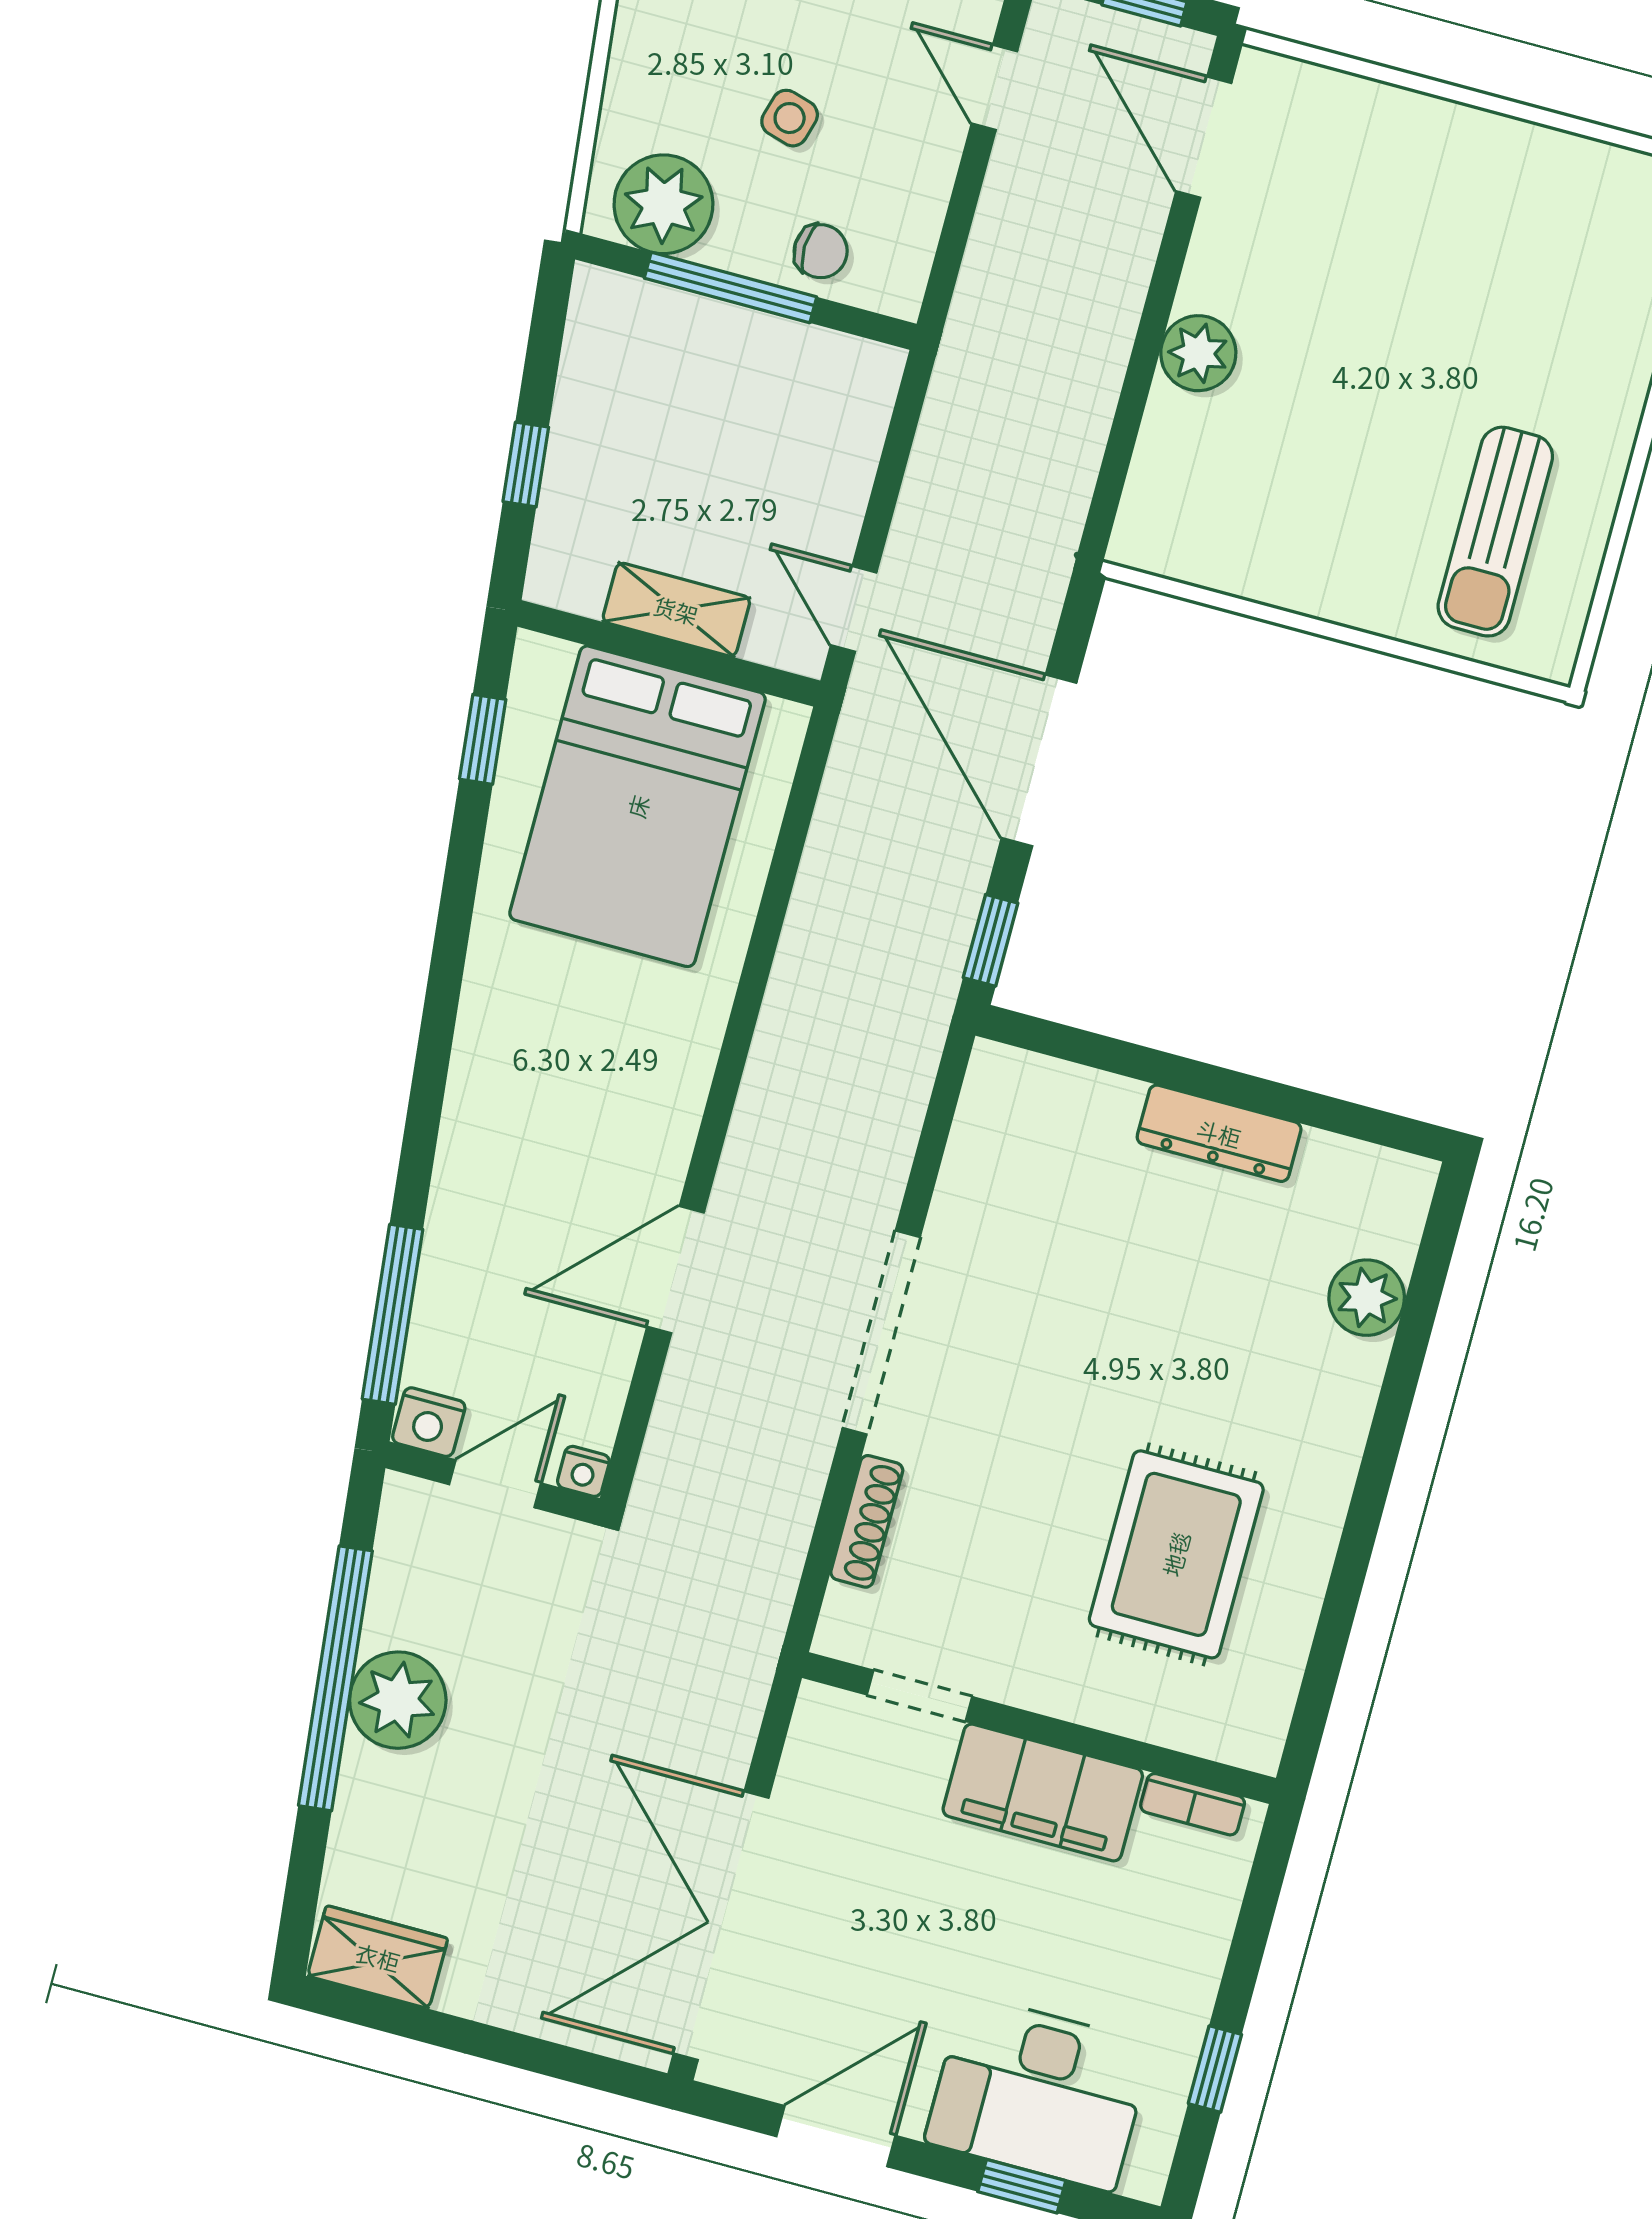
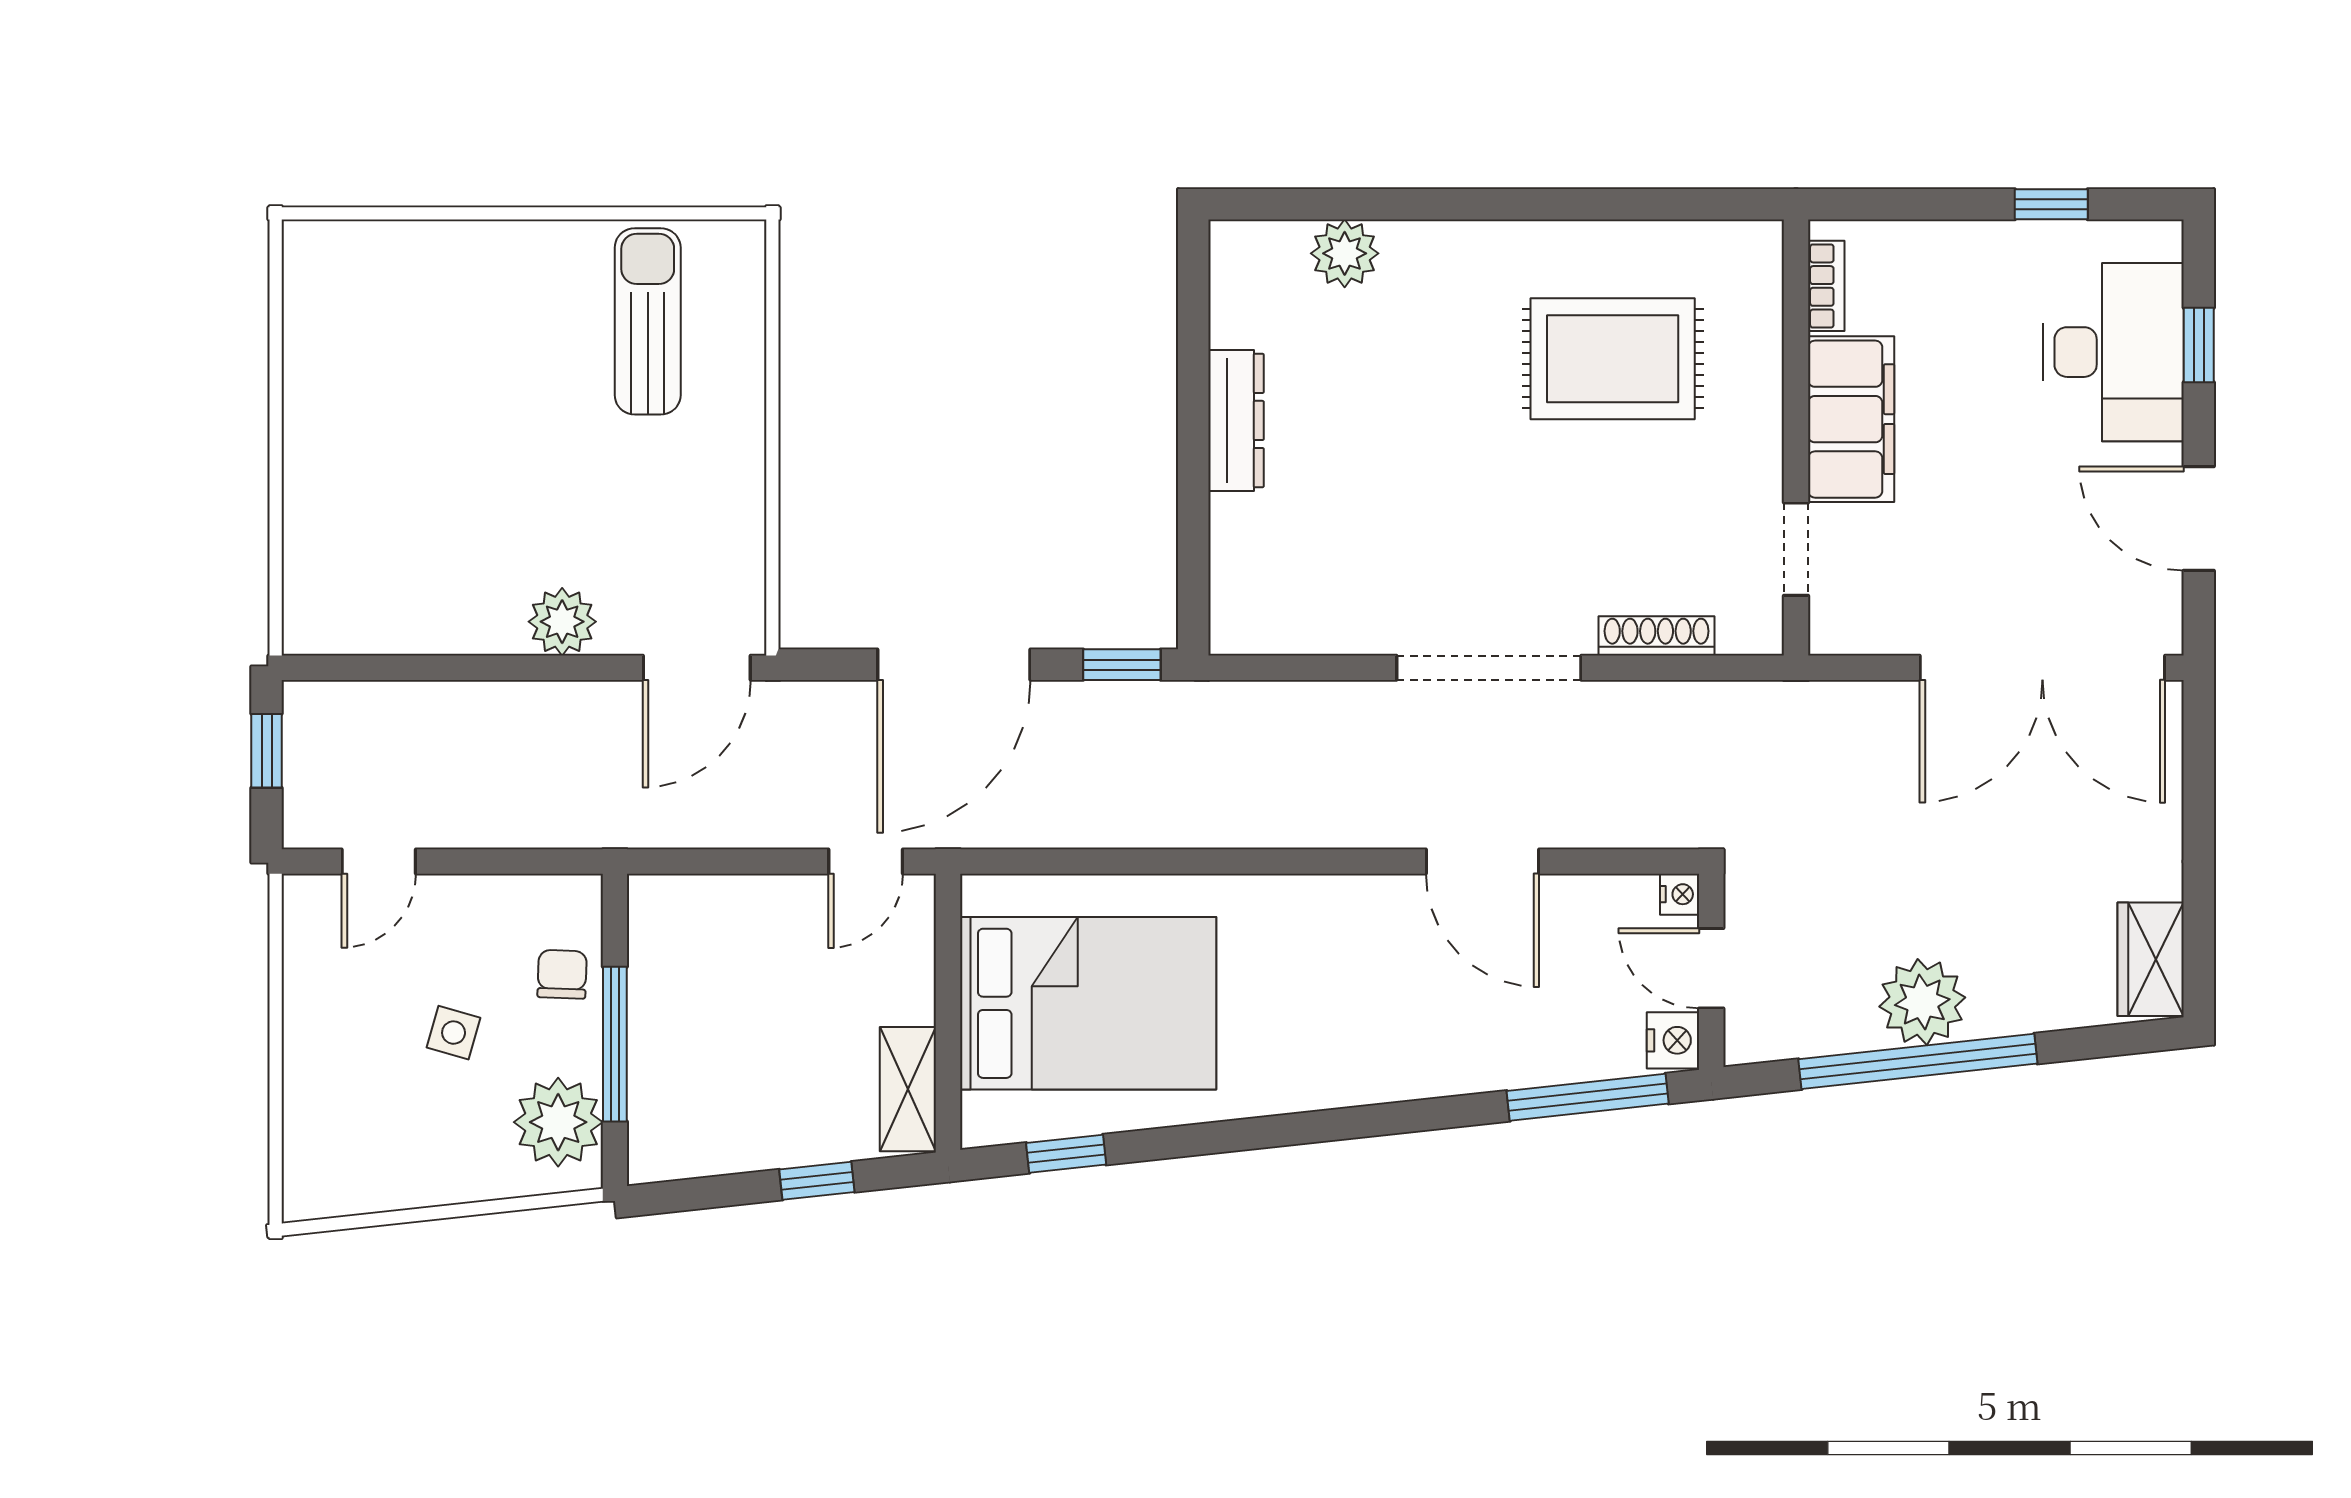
door: (1204, 137) -> (697, 668), moved
sun lounger: (1495, 532) -> (648, 321), turned -90
shelving: (676, 610) -> (908, 1089), moved

